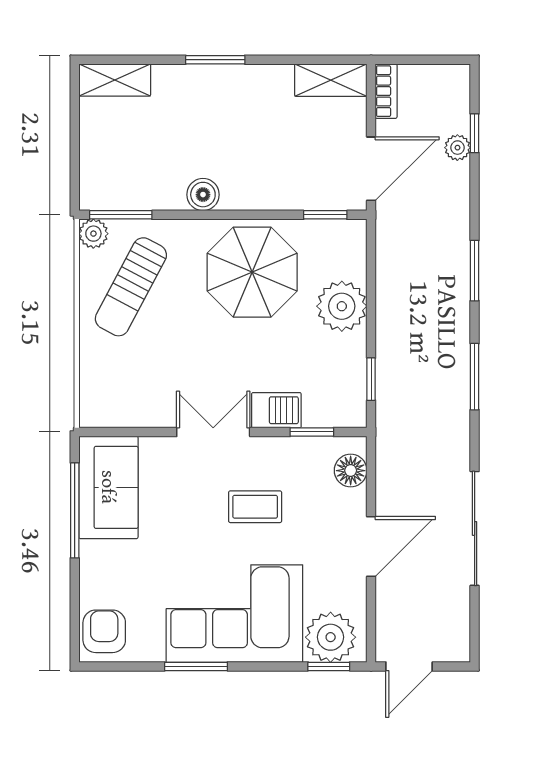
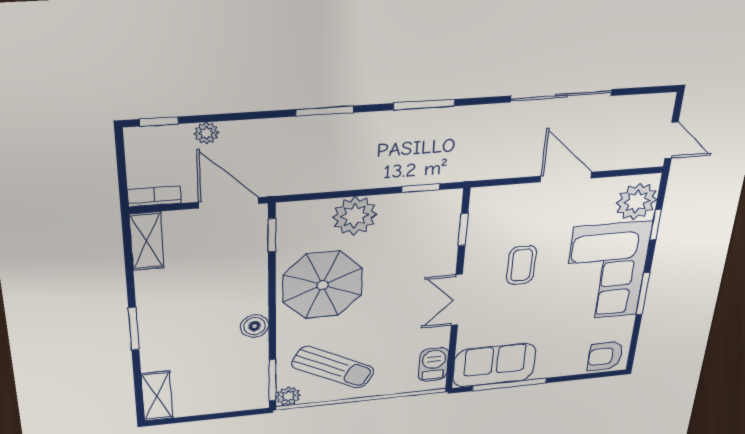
window: (475, 133) -> (159, 121), moved
barbecue: (276, 410) -> (434, 364), moved
floor lamp: (351, 471) -> (499, 198), removed
window: (329, 666) -> (656, 225), moved

